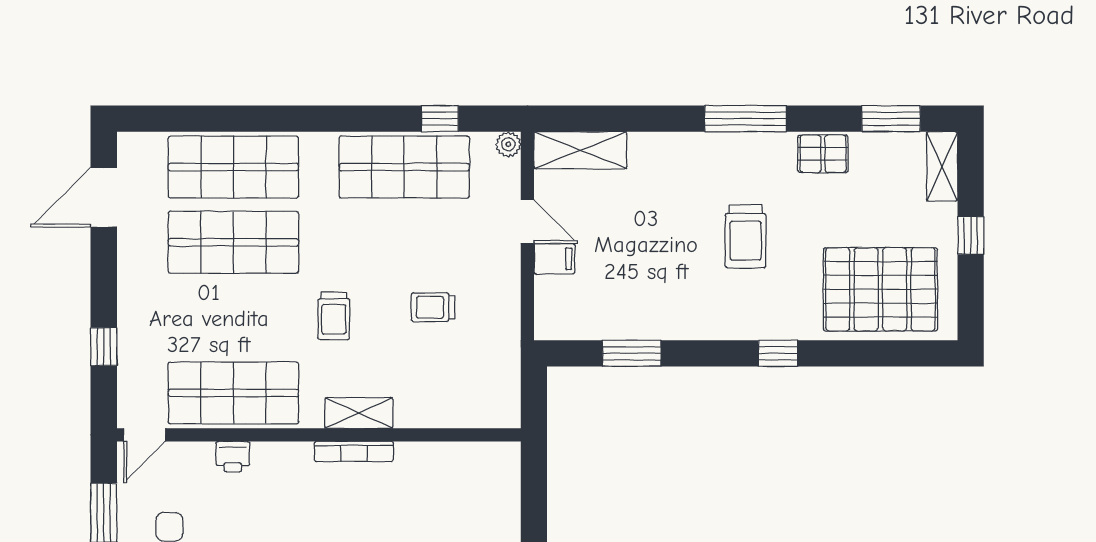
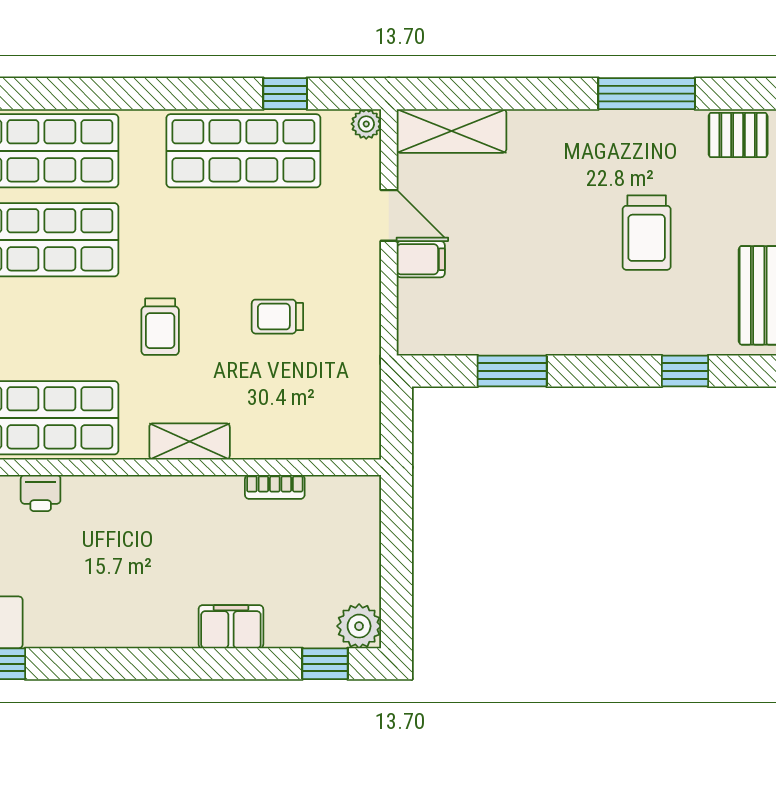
bookcase: (354, 451) -> (275, 487), moved, width x0.64

